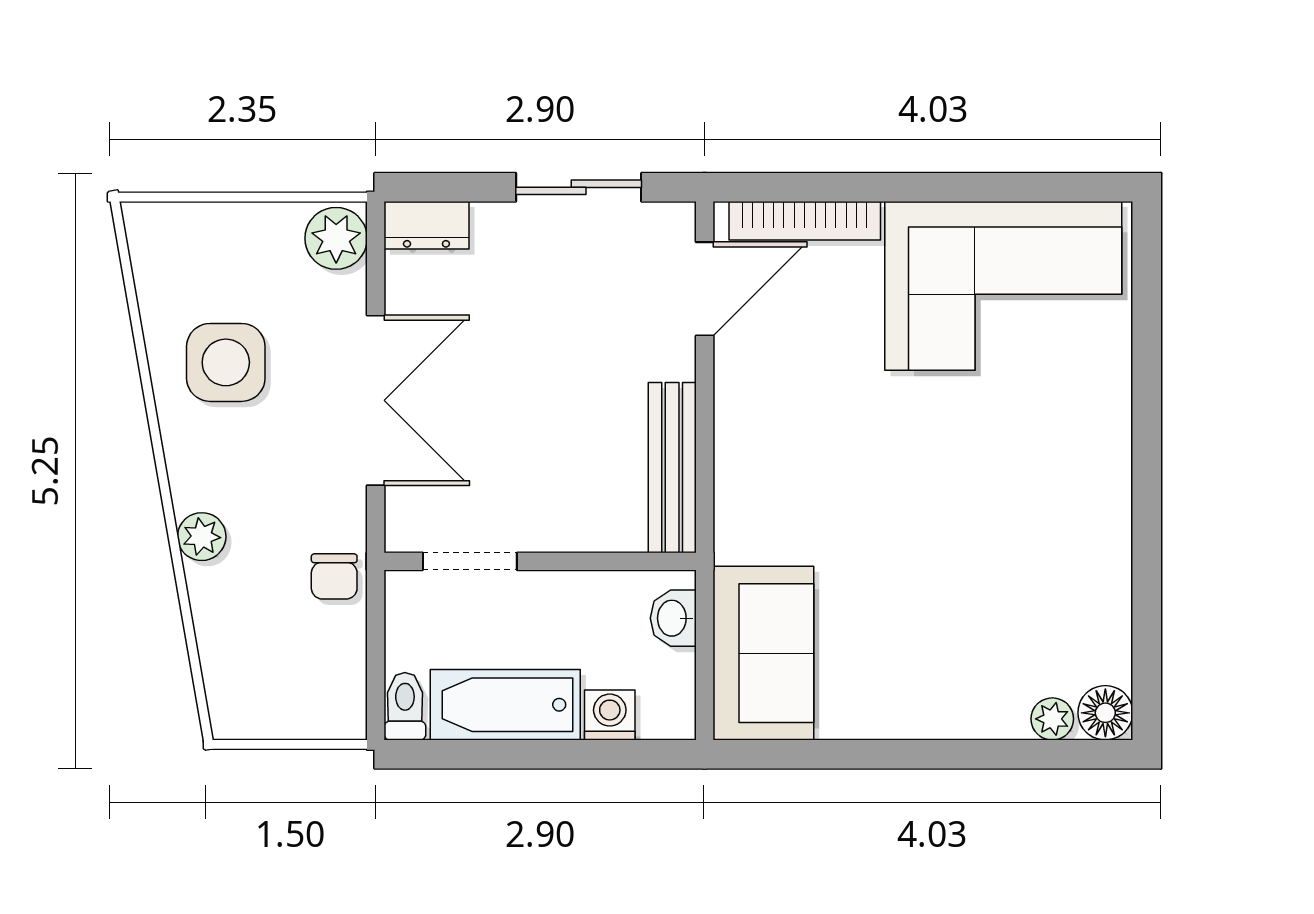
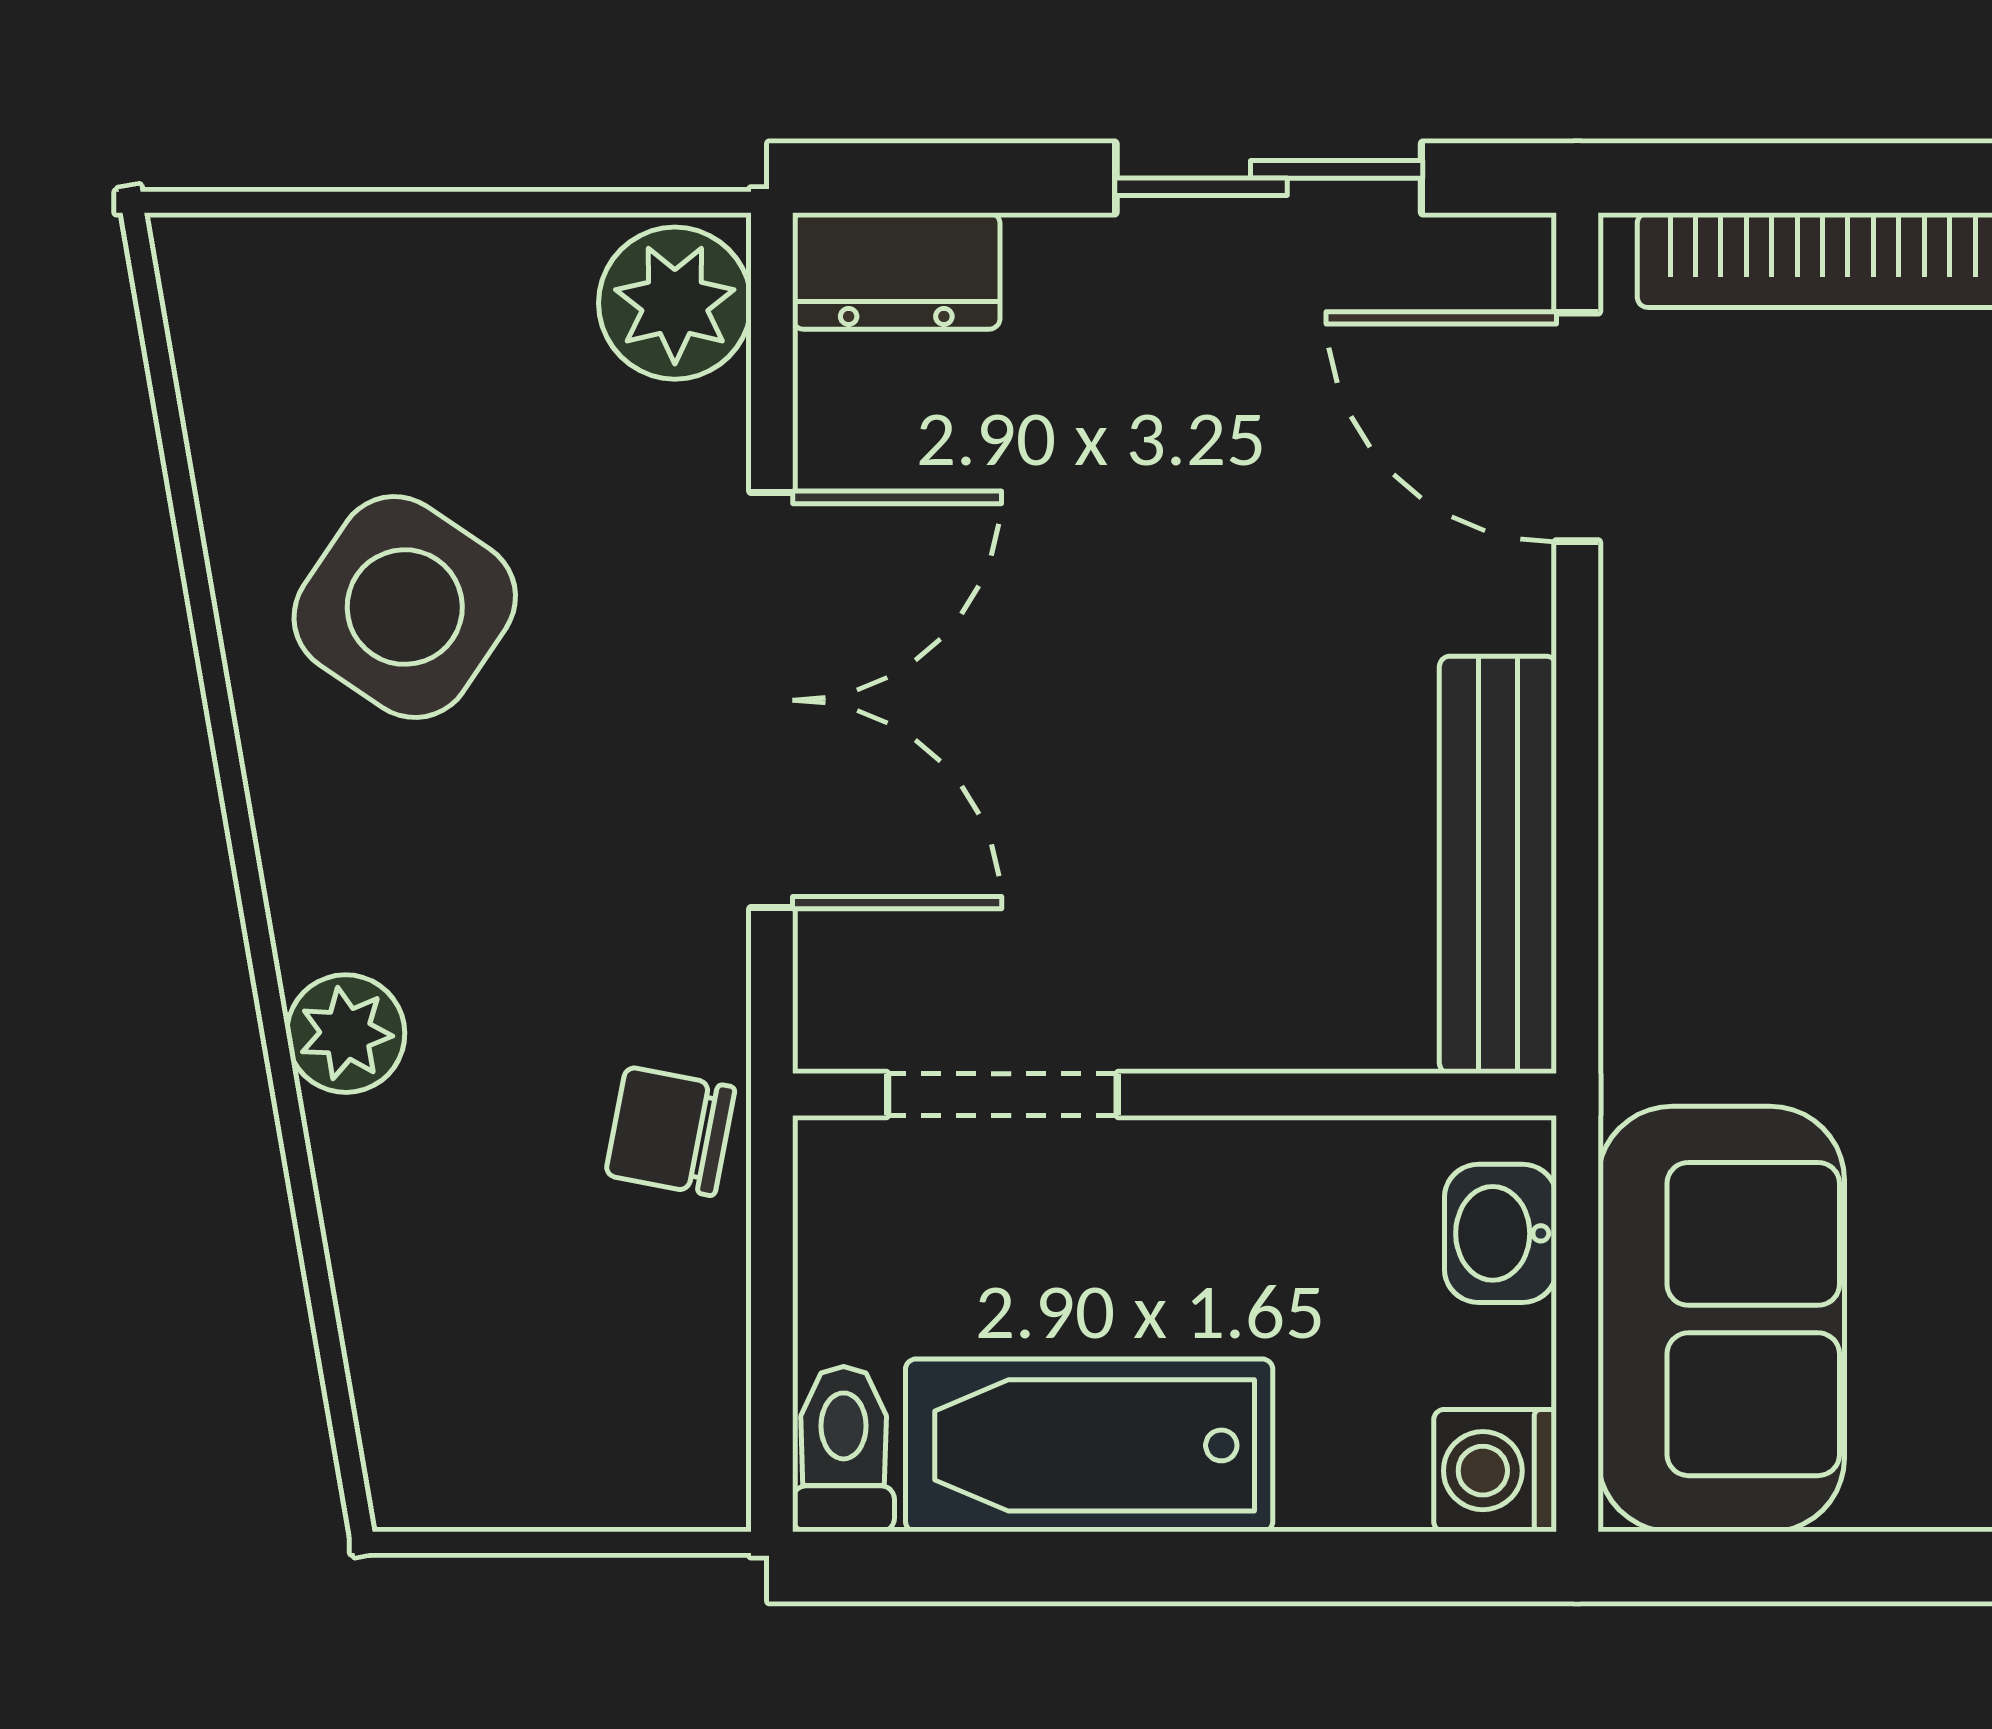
door: (705, 289) -> (1577, 427), swing flipped
side table: (226, 362) -> (405, 607), turned 34
chair: (334, 576) -> (670, 1131), turned 101
washing machine: (610, 715) -> (1495, 1471), moved, turned -90

